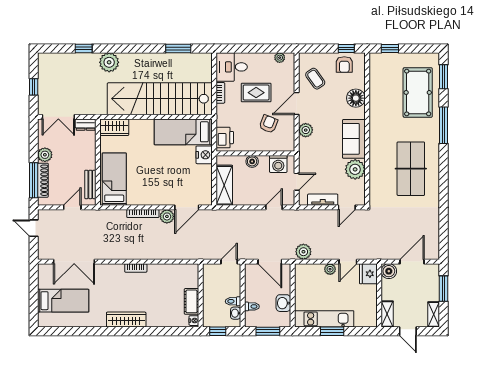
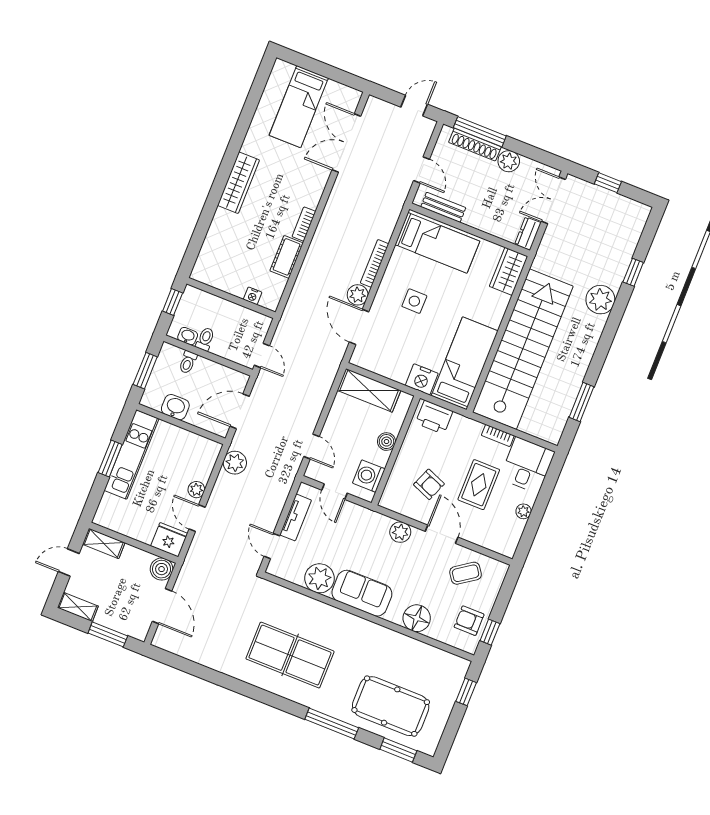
plant: (280, 58) -> (524, 511), moved
side table: (157, 179) -> (414, 301), added
cot: (192, 301) -> (287, 257), moved, turned 90
nightstand: (194, 321) -> (253, 296), moved

